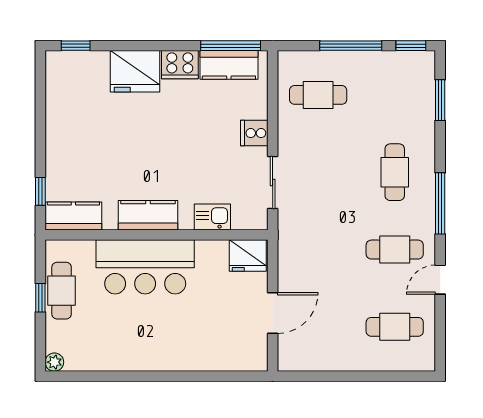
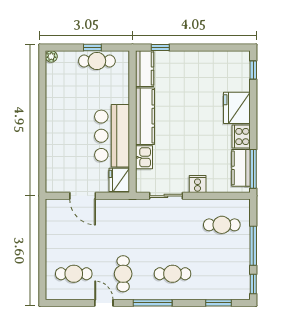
cafe table: (318, 95) -> (222, 225), turned 90
kitchen counter: (148, 215) -> (145, 116), width x1.50
bar counter: (145, 267) -> (112, 136), moved
cafe table: (395, 327) -> (74, 274), turned 90

